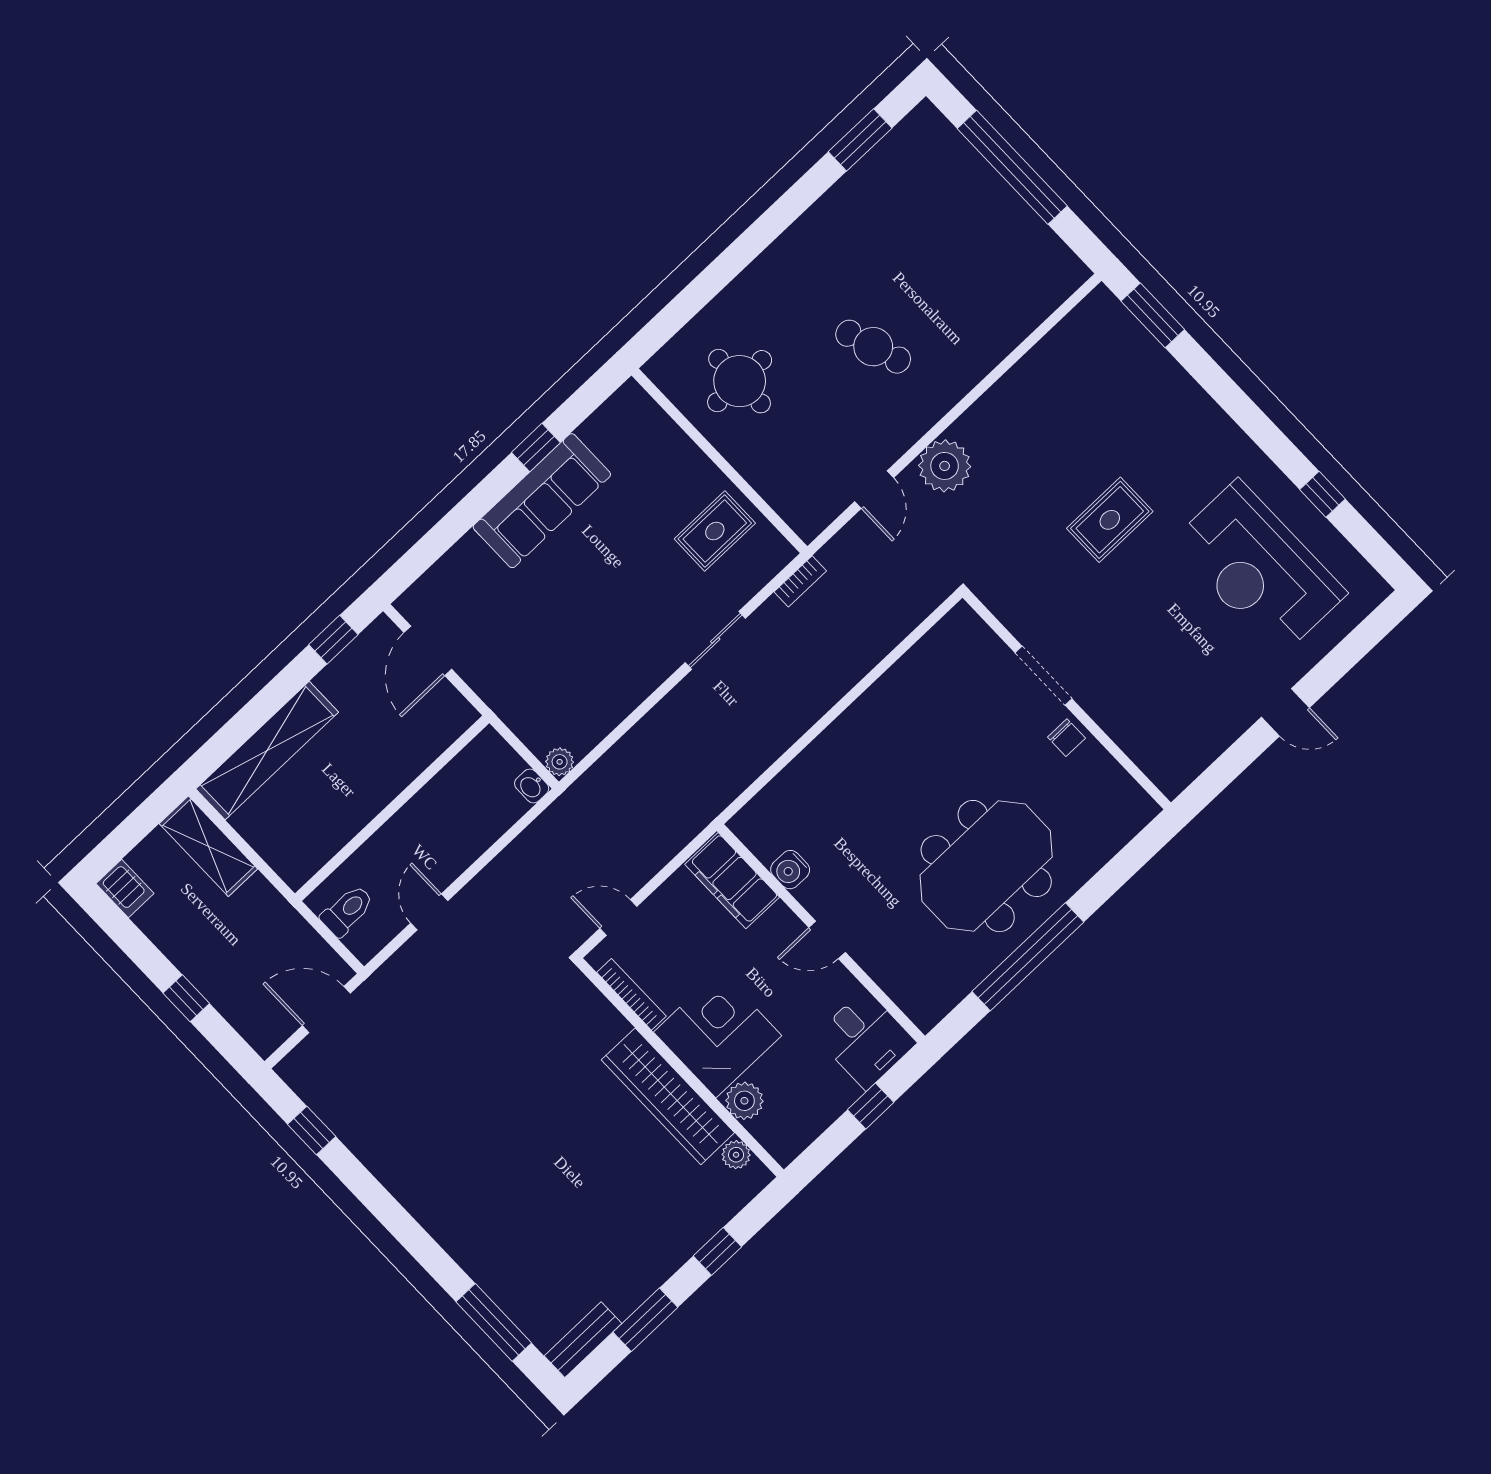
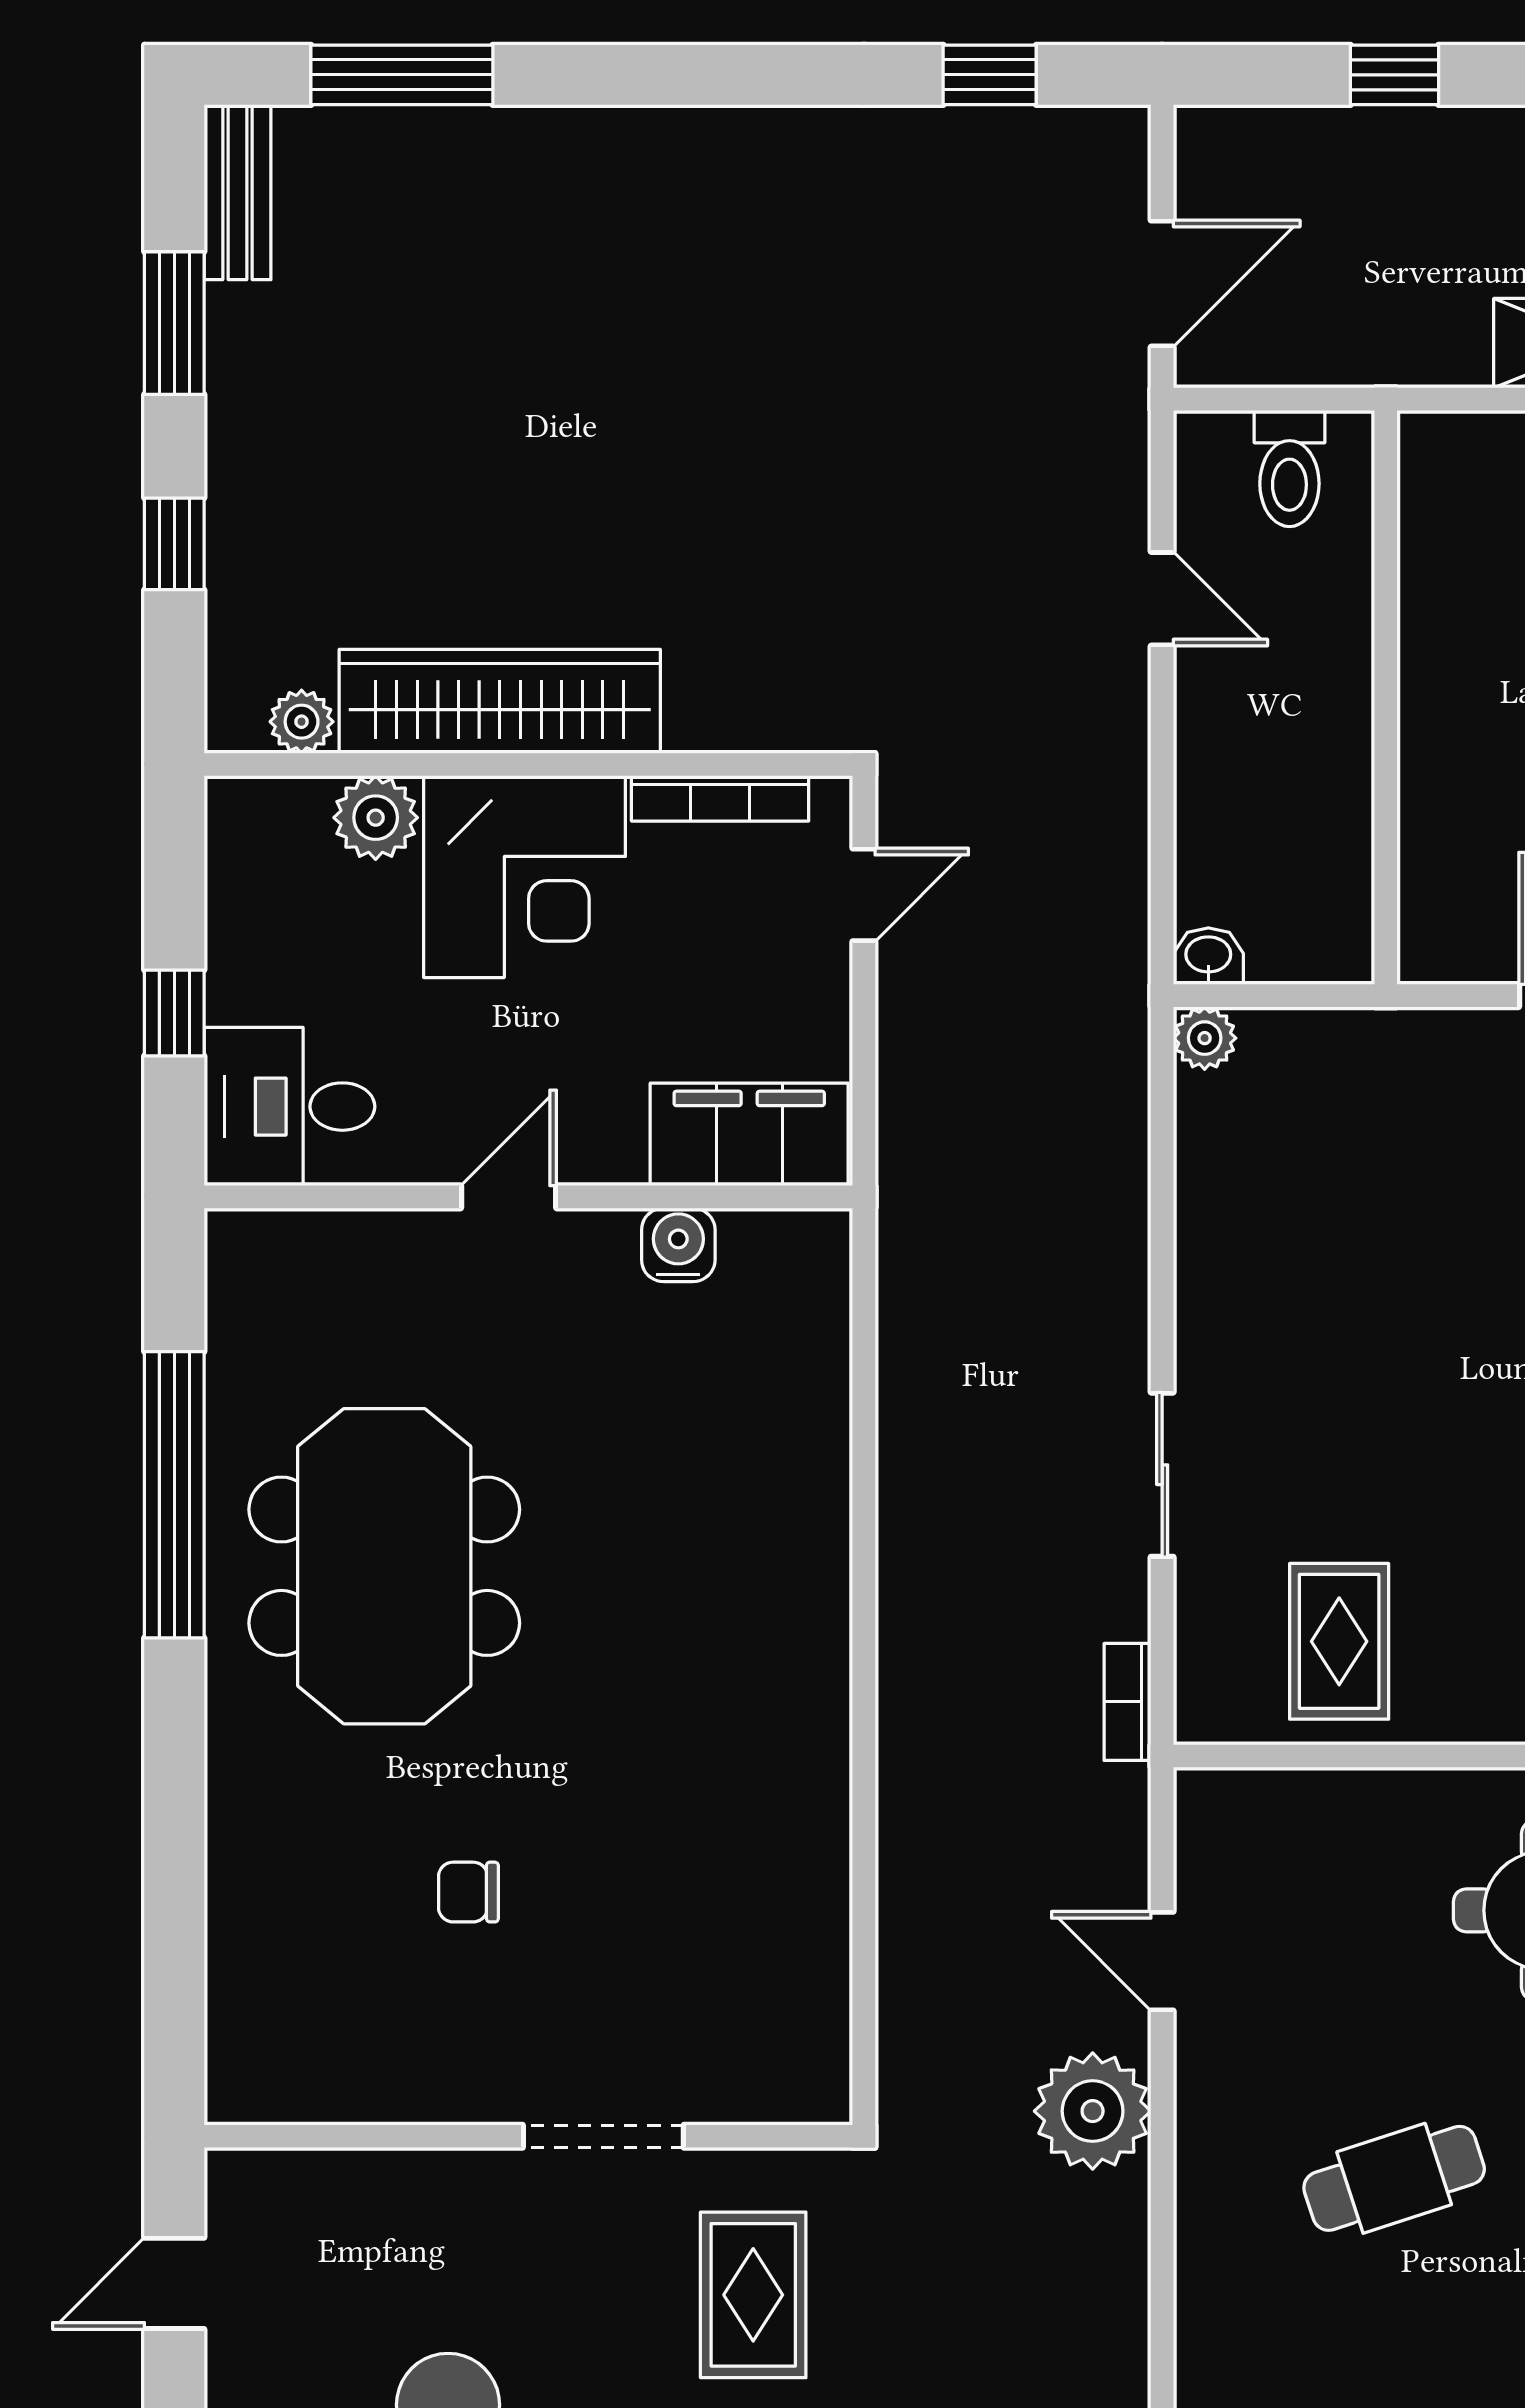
doorway: (1044, 676) -> (603, 2136), moved
wall: (1067, 700) -> (528, 2136), moved

